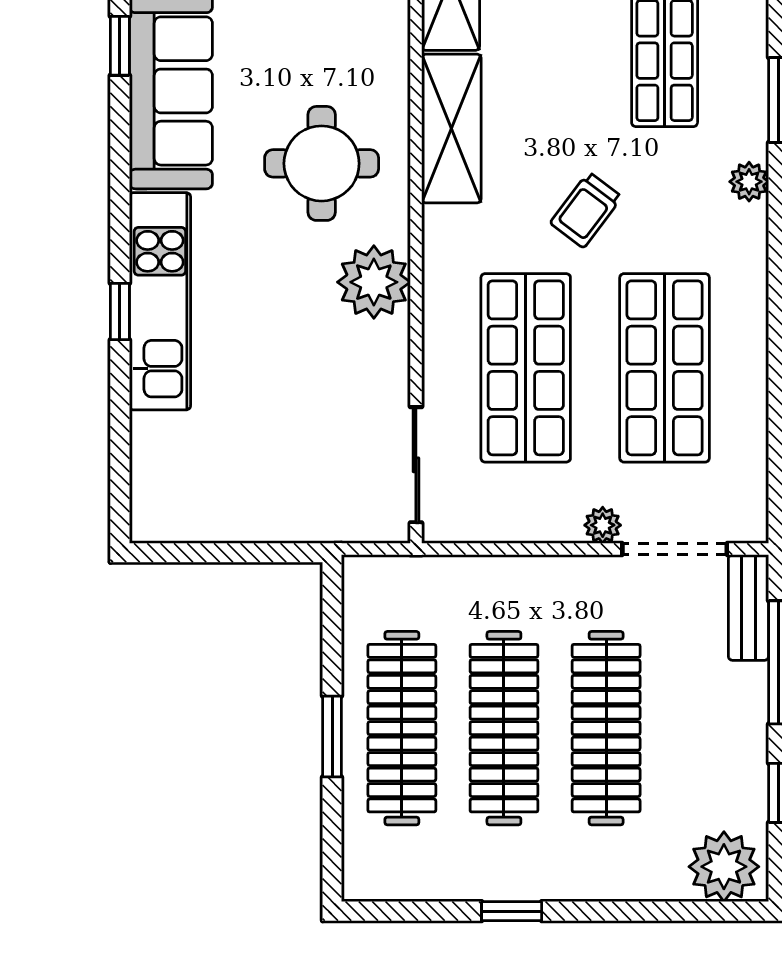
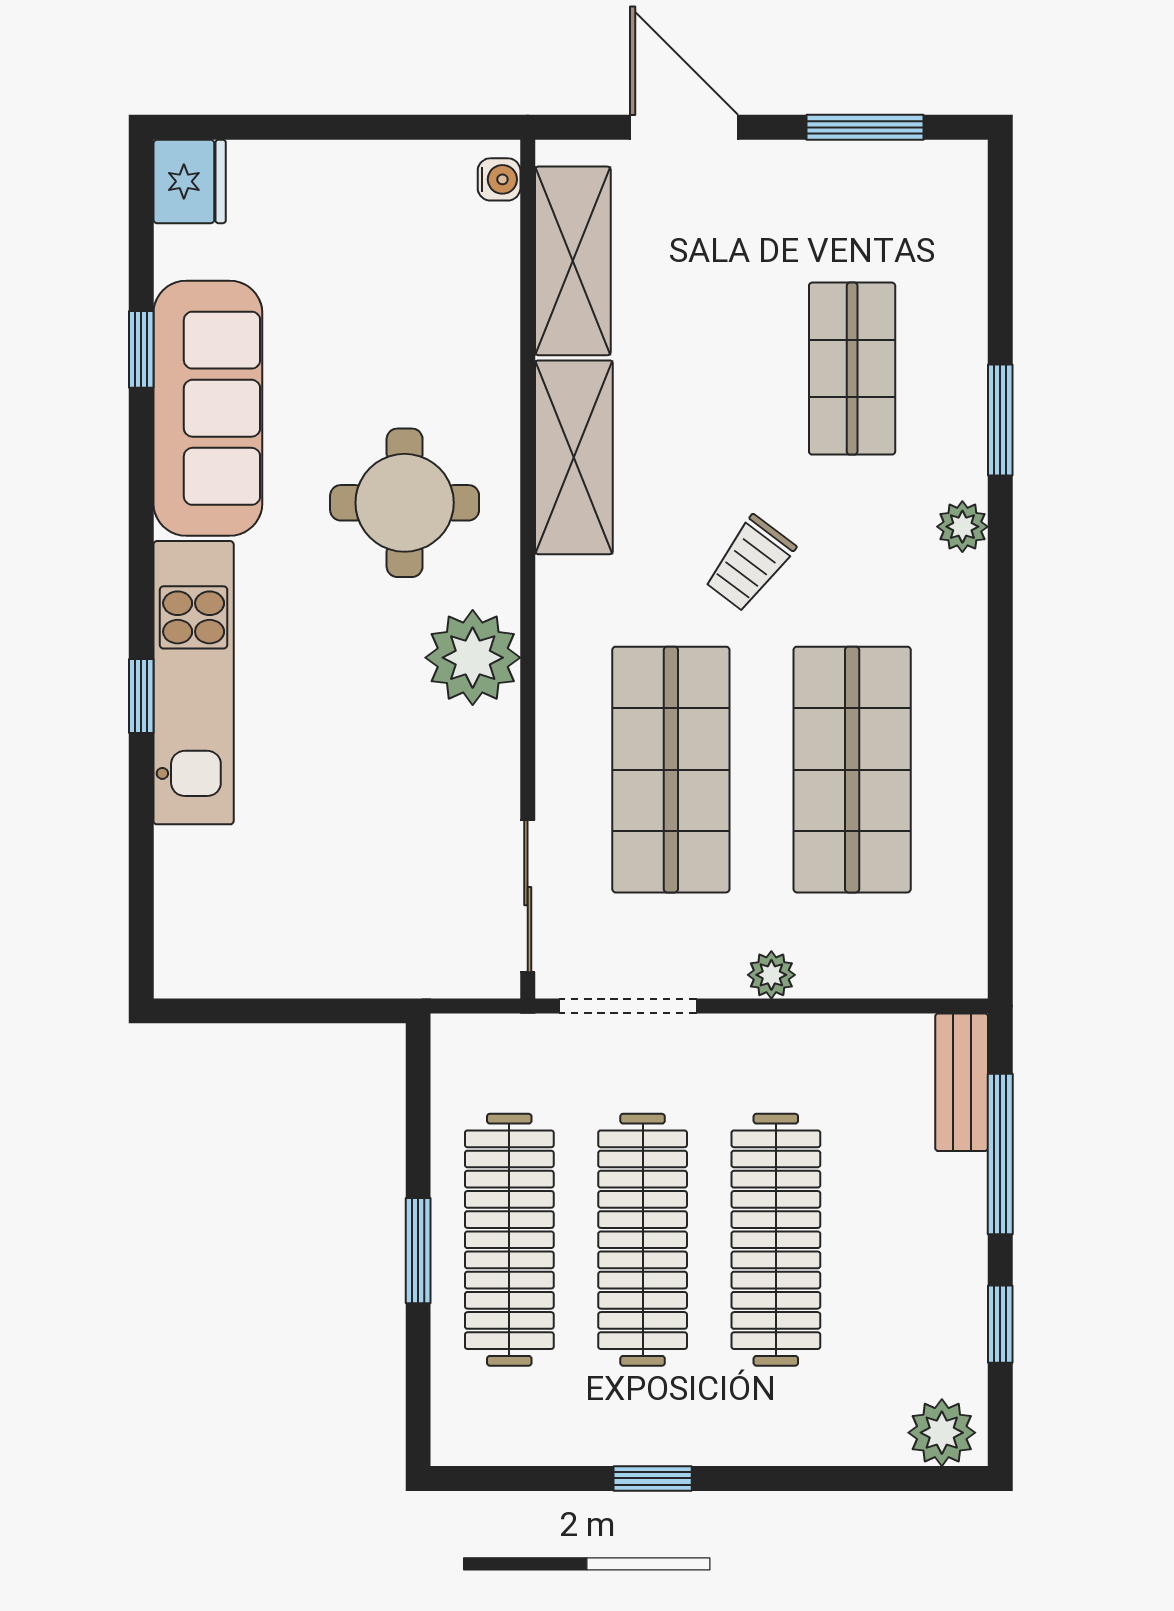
doorway: (675, 549) -> (628, 1006), moved
plant: (724, 867) -> (942, 1433), width x0.73, depth x0.73

